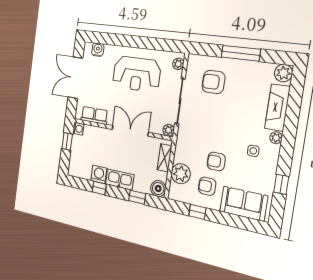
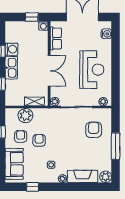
reception desk: (137, 74) -> (92, 70), turned 180
boiler: (158, 189) -> (11, 100), removed

